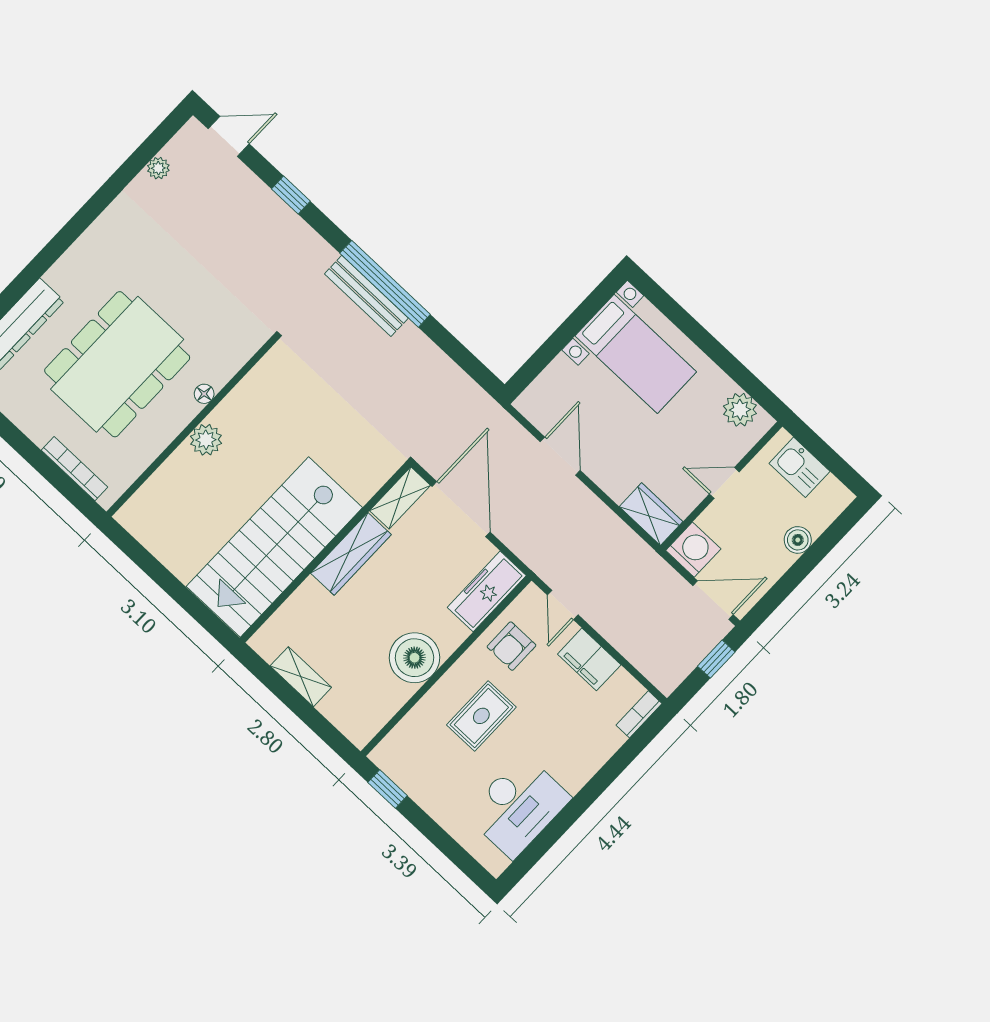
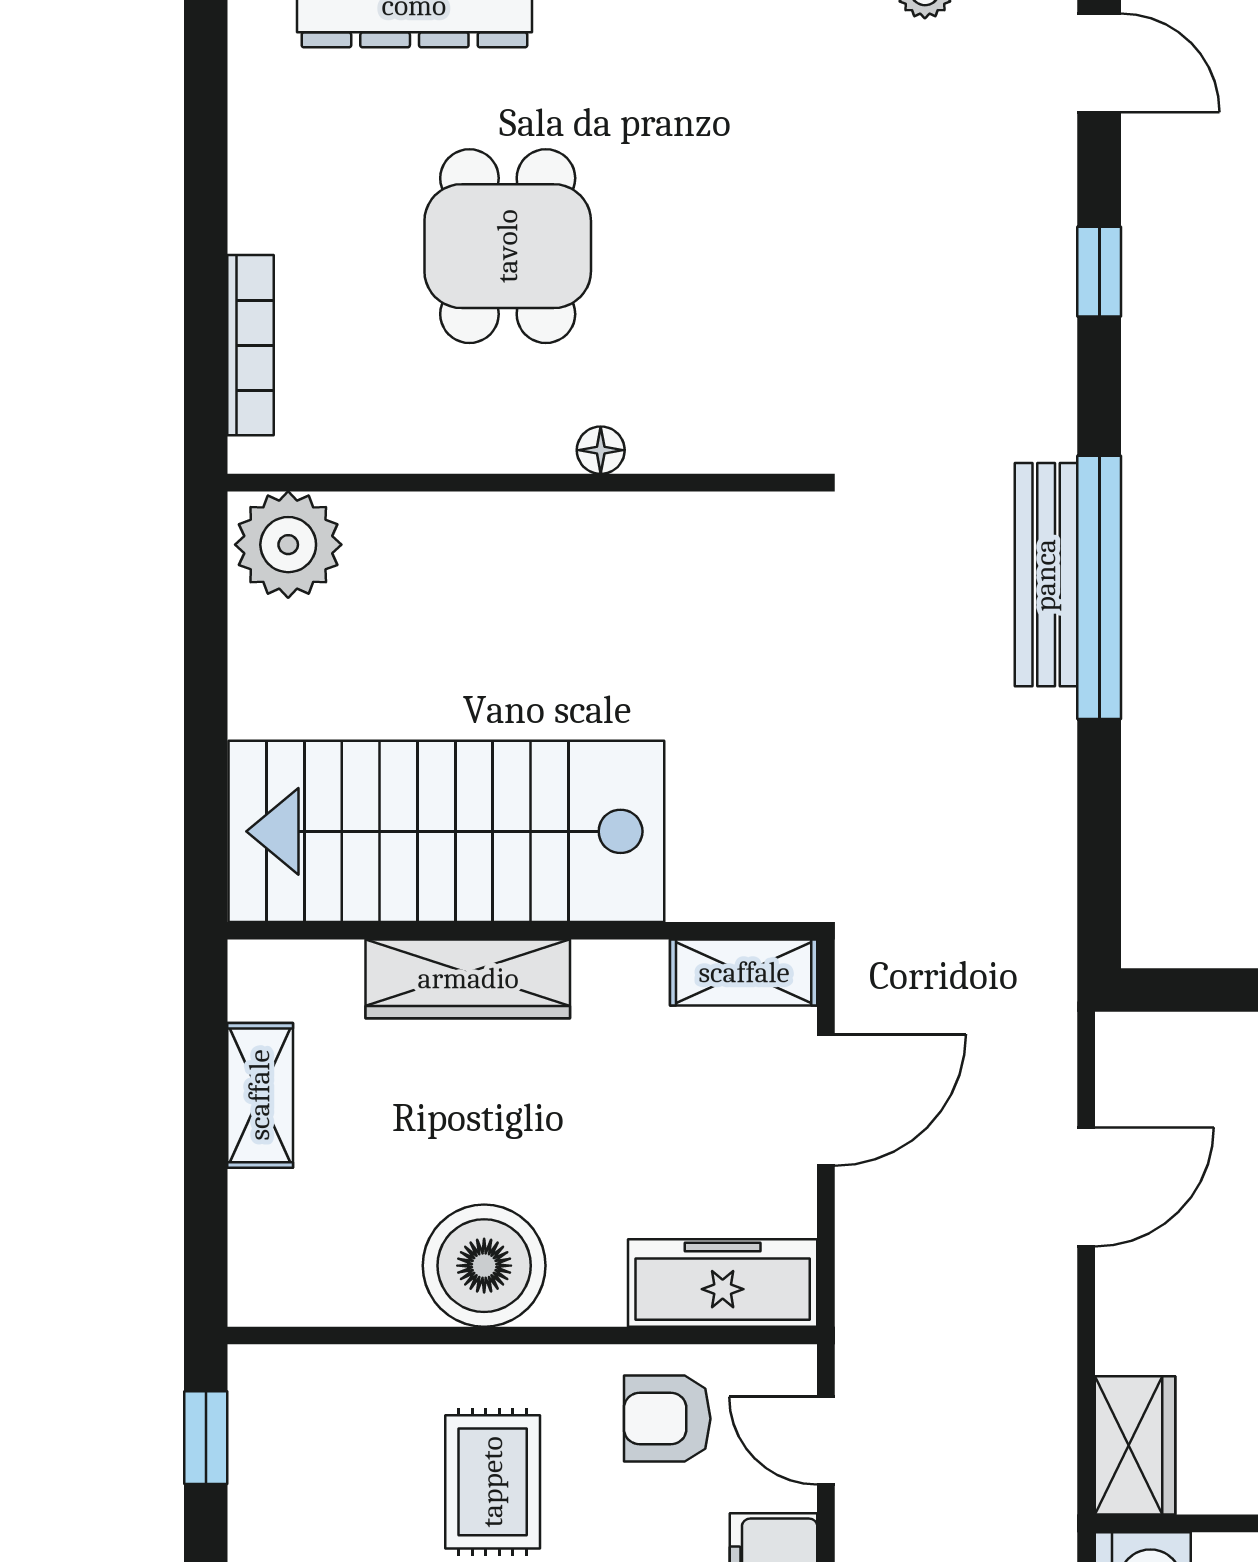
dining table: (117, 364) -> (508, 246), width x0.53, depth x0.80
plant: (206, 440) -> (288, 545), moved, width x1.36, depth x1.36
door: (461, 509) -> (826, 1100), width x0.73
wardrobe: (351, 554) -> (468, 979), moved
door: (563, 605) -> (826, 1441), hinge flipped
rug: (481, 716) -> (493, 1482), turned 90

